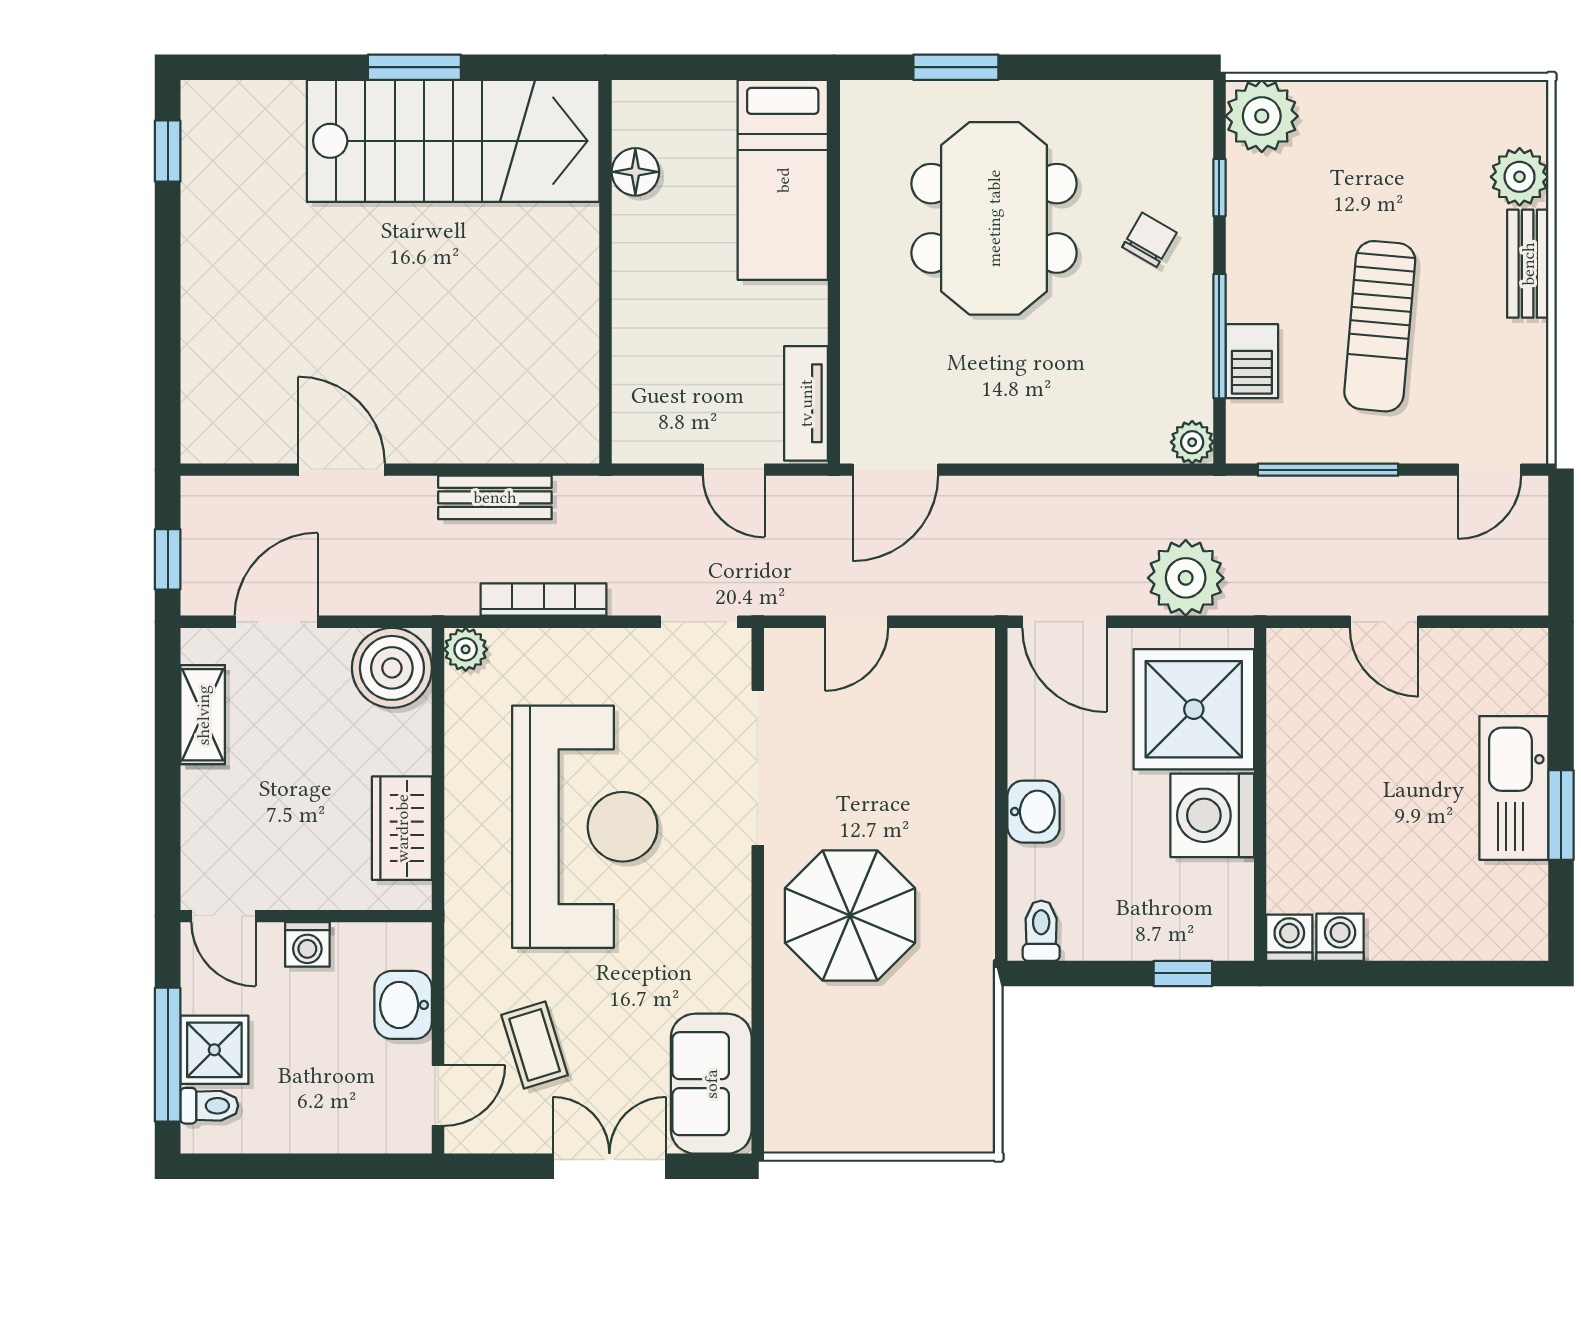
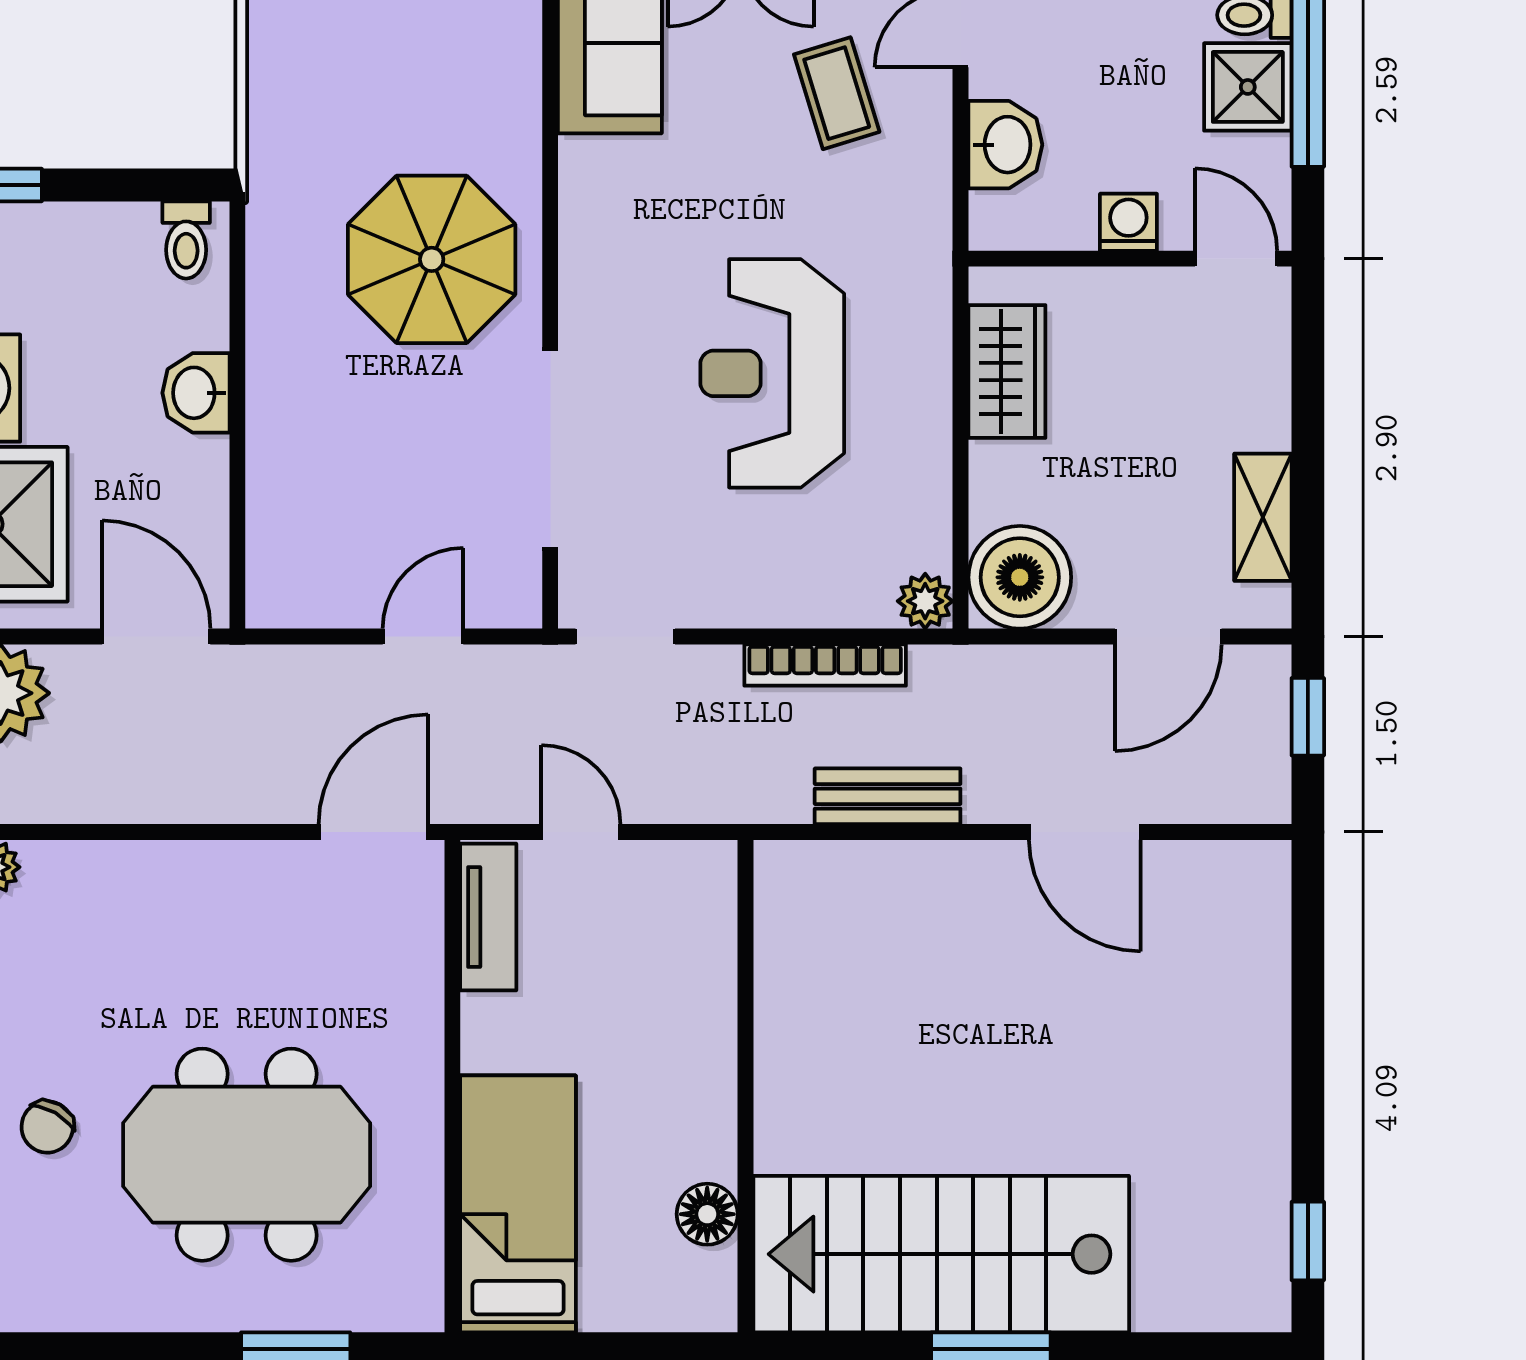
meeting table: (994, 218) -> (247, 1155), turned 90
reception desk: (585, 827) -> (772, 373), width x0.74, depth x0.77

